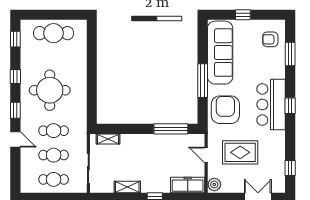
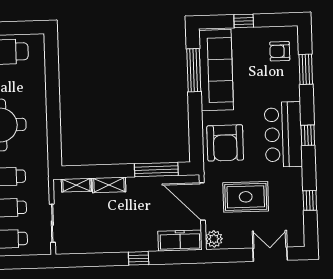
window: (203, 81) -> (194, 70), moved
armchair: (225, 110) -> (225, 143), turned 180
door: (206, 155) -> (202, 202), width x1.87
window: (290, 168) -> (310, 200), moved
shelving: (127, 187) -> (109, 185), moved

